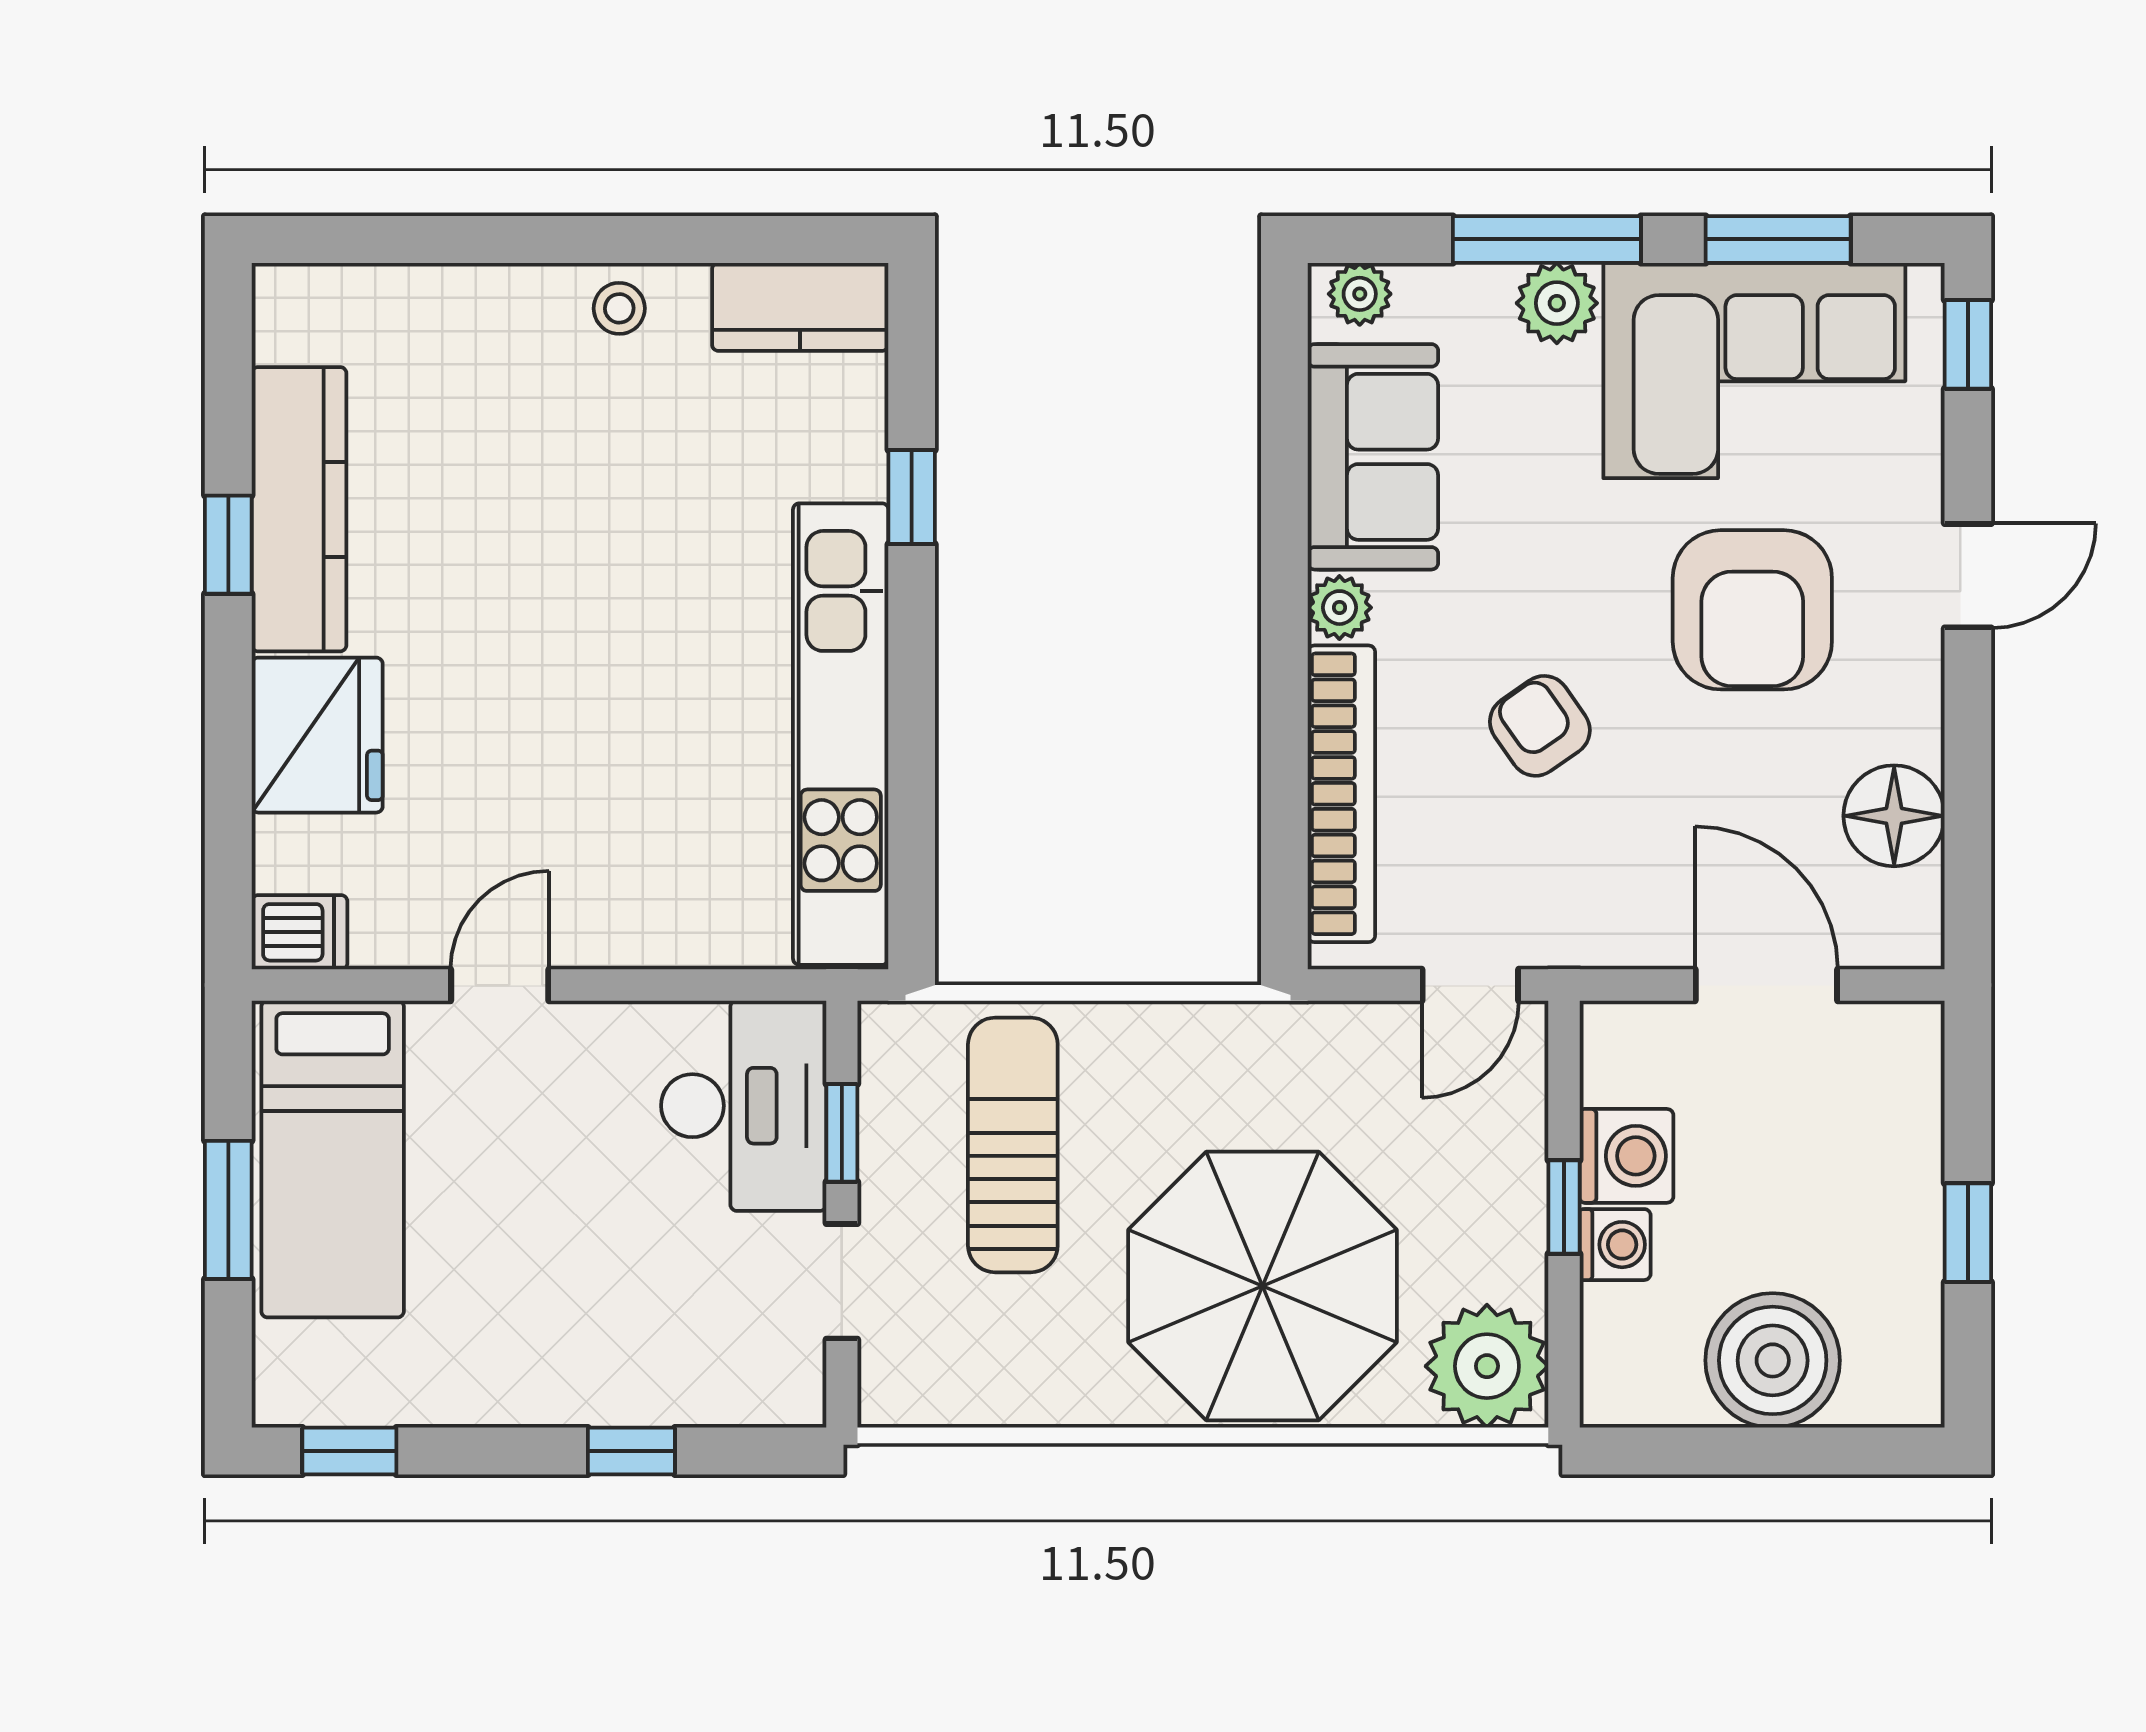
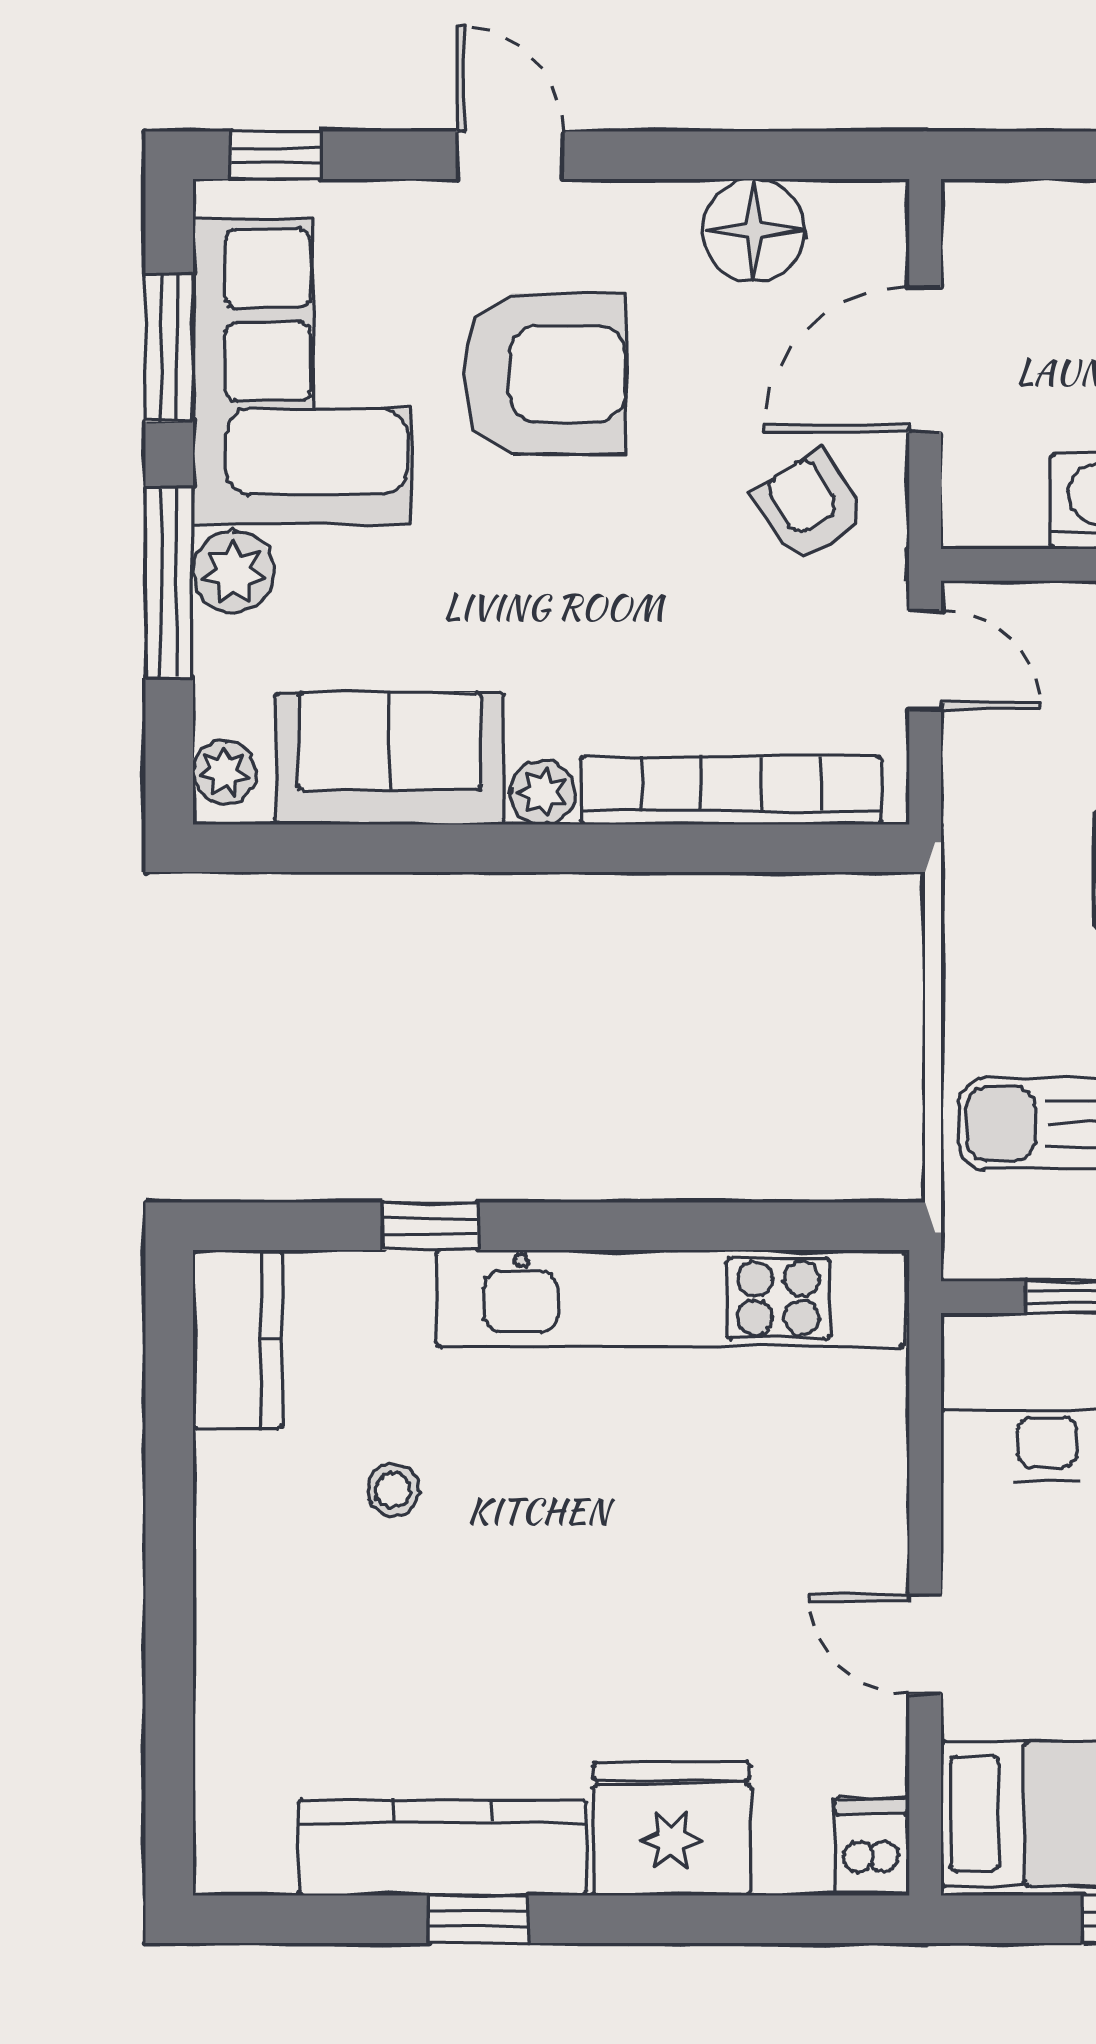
stool: (619, 308) -> (393, 1490), moved
armchair: (1540, 726) -> (809, 506), moved, turned 93

